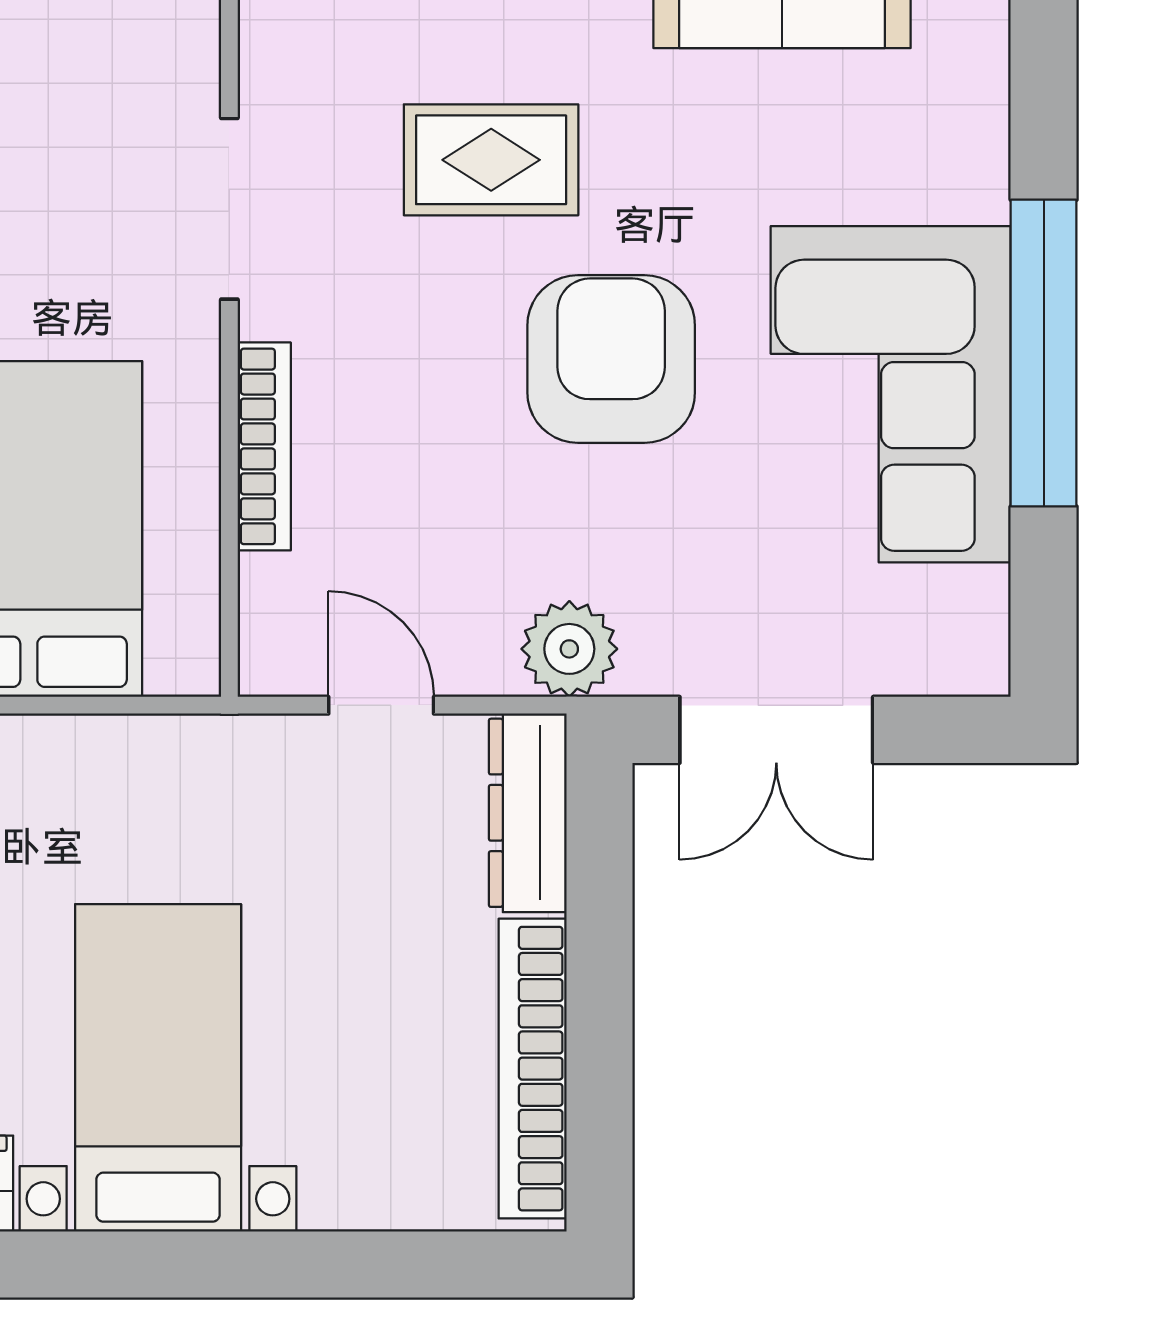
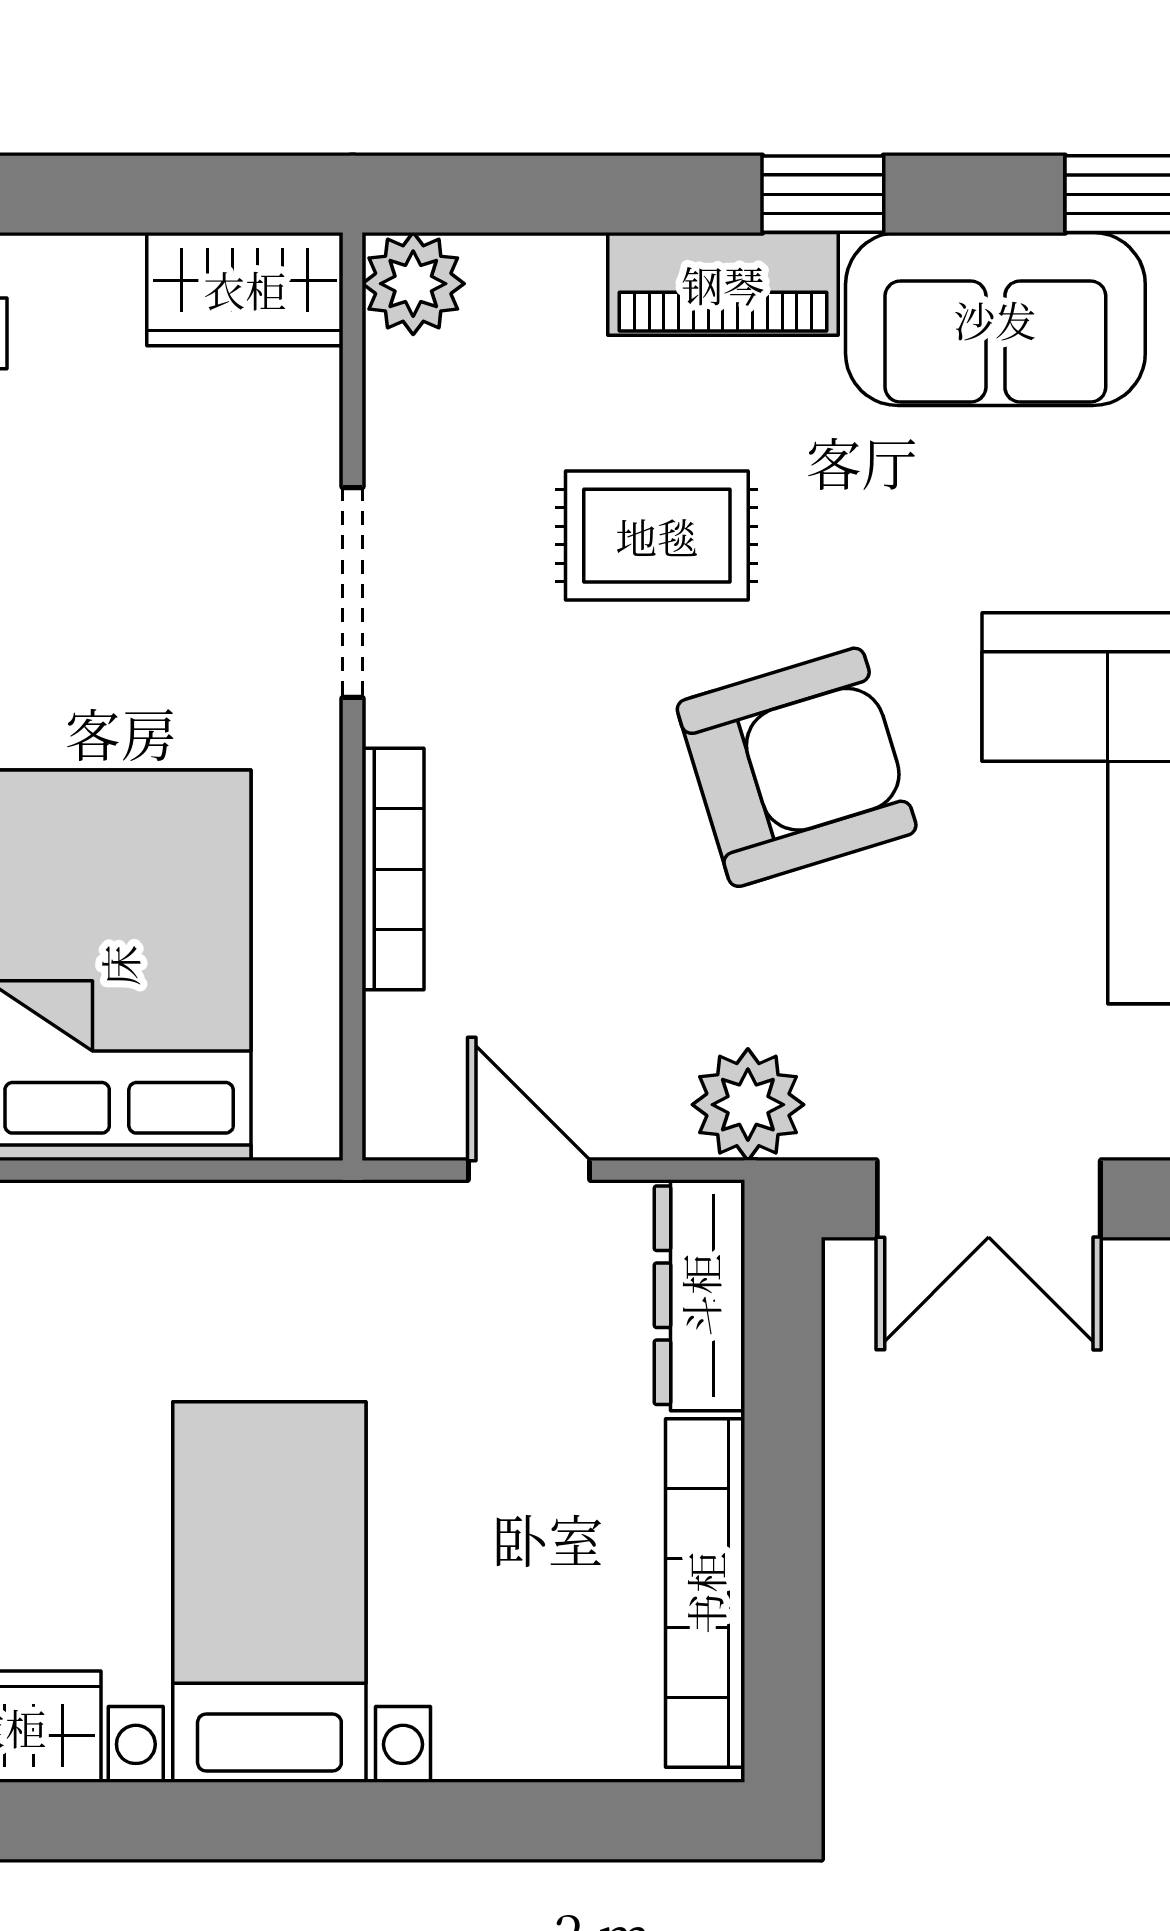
armchair: (611, 359) -> (797, 767), turned 73

